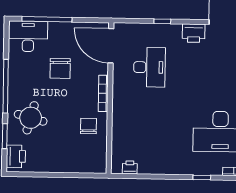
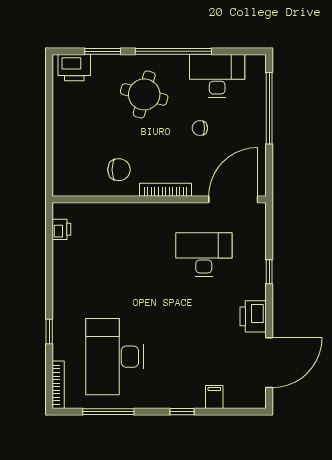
desk: (28, 36) -> (217, 76), moved, turned -90
desk: (149, 67) -> (204, 255), turned 180
chair: (60, 68) -> (200, 128), width x0.54, depth x0.54
round table: (31, 118) -> (144, 94), moved

